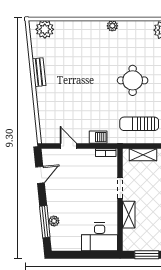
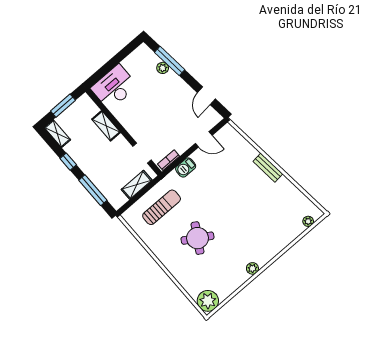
plant: (45, 29) -> (308, 221), width x0.53, depth x0.53
bench: (39, 72) -> (268, 168), moved
round table: (133, 80) -> (197, 238), turned 31
doorway: (120, 188) -> (142, 153), moved

